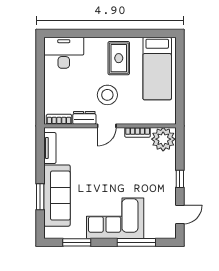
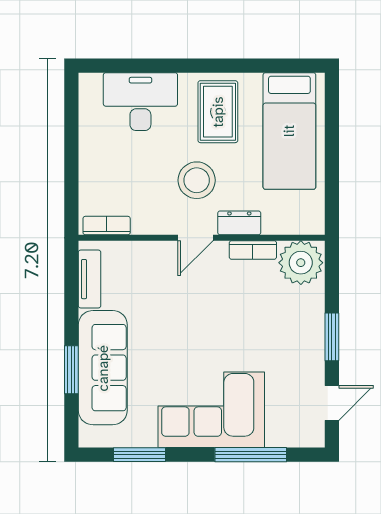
desk: (64, 53) -> (140, 102), moved
dresser: (84, 118) -> (239, 223), moved
window: (180, 179) -> (332, 337), width x1.50

